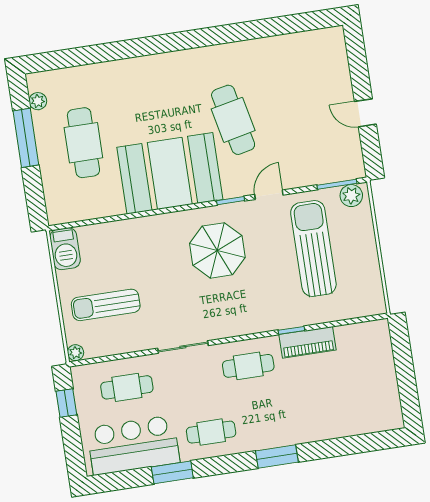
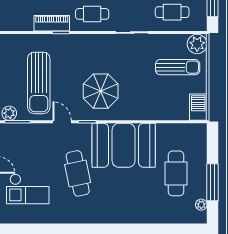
checkout: (306, 85) -> (28, 189), added
door: (269, 195) -> (62, 122), swing flipped
plant: (76, 353) -> (197, 44), width x1.87, depth x1.87

